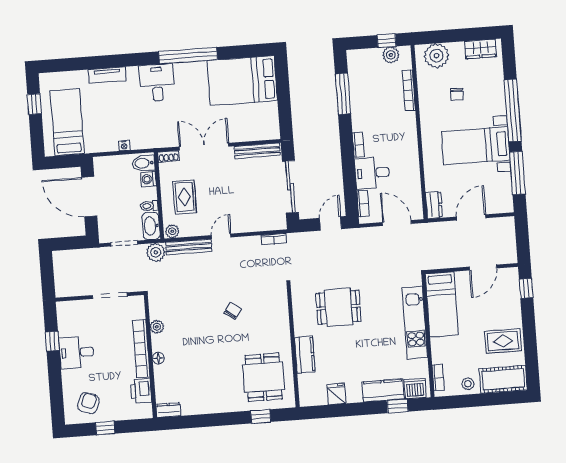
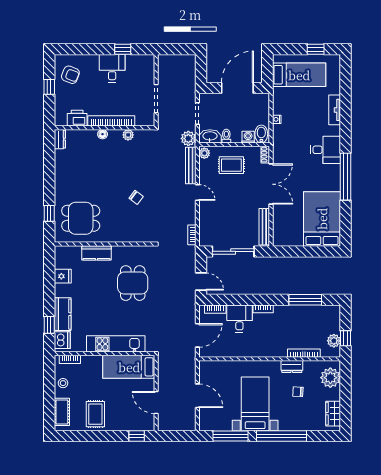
dresser: (434, 205) -> (292, 366), moved
cot: (503, 379) -> (62, 412), width x0.73, depth x0.75

